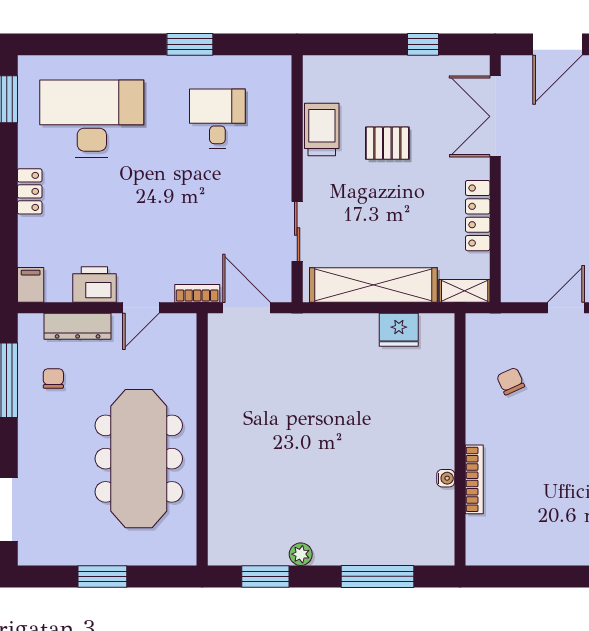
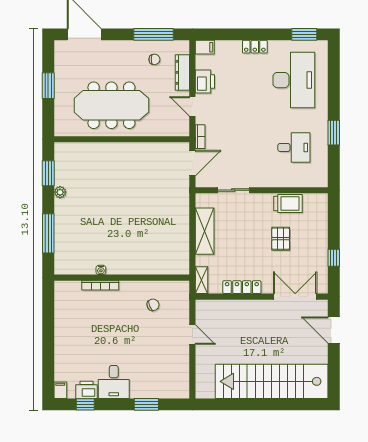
shelving: (373, 285) -> (205, 231), width x0.68
fridge: (399, 330) -> (181, 245), removed

